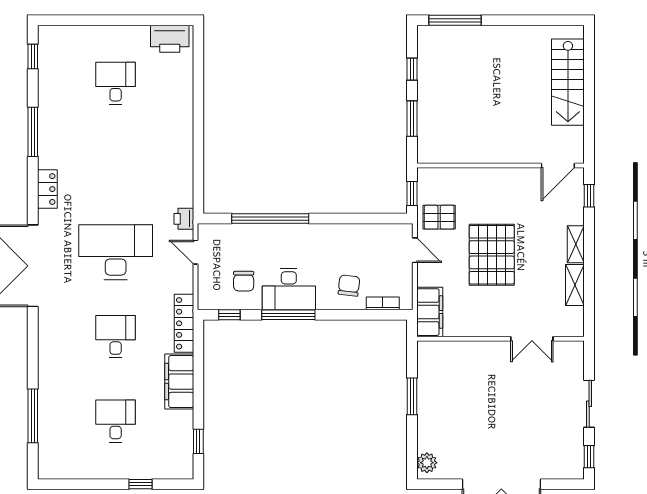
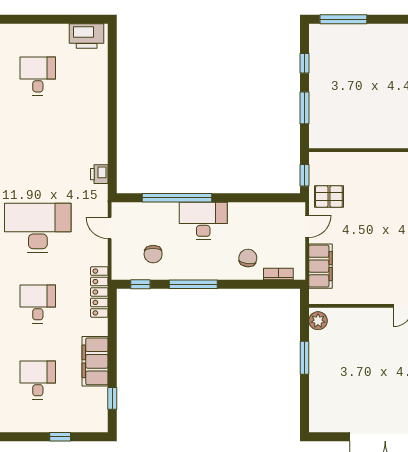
printer: (184, 219) -> (99, 174), moved
door: (415, 250) -> (307, 226), hinge flipped
pallet: (492, 255) -> (376, 230), removed
desk: (289, 289) -> (203, 221), moved, turned 180
filing cabinet: (430, 312) -> (320, 266), moved
filing cabinet: (179, 382) -> (95, 361), moved
plant: (427, 463) -> (318, 321), moved

